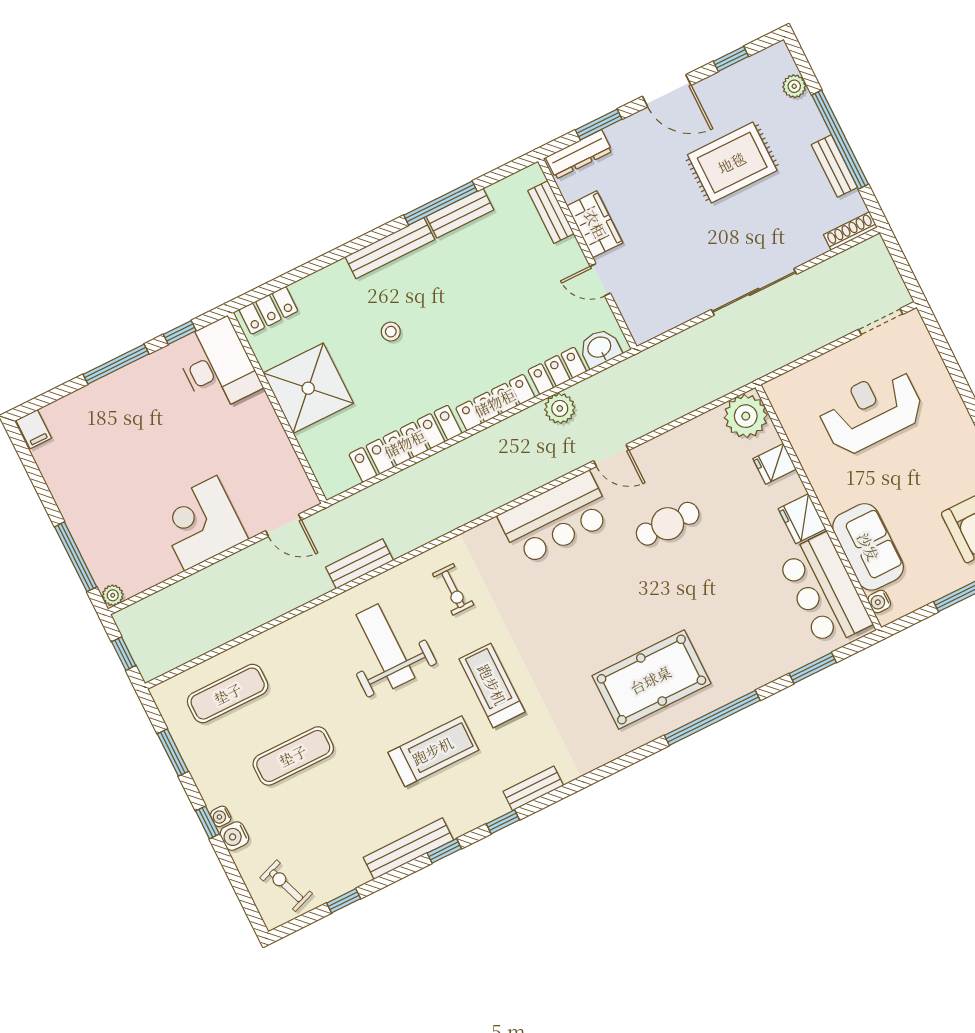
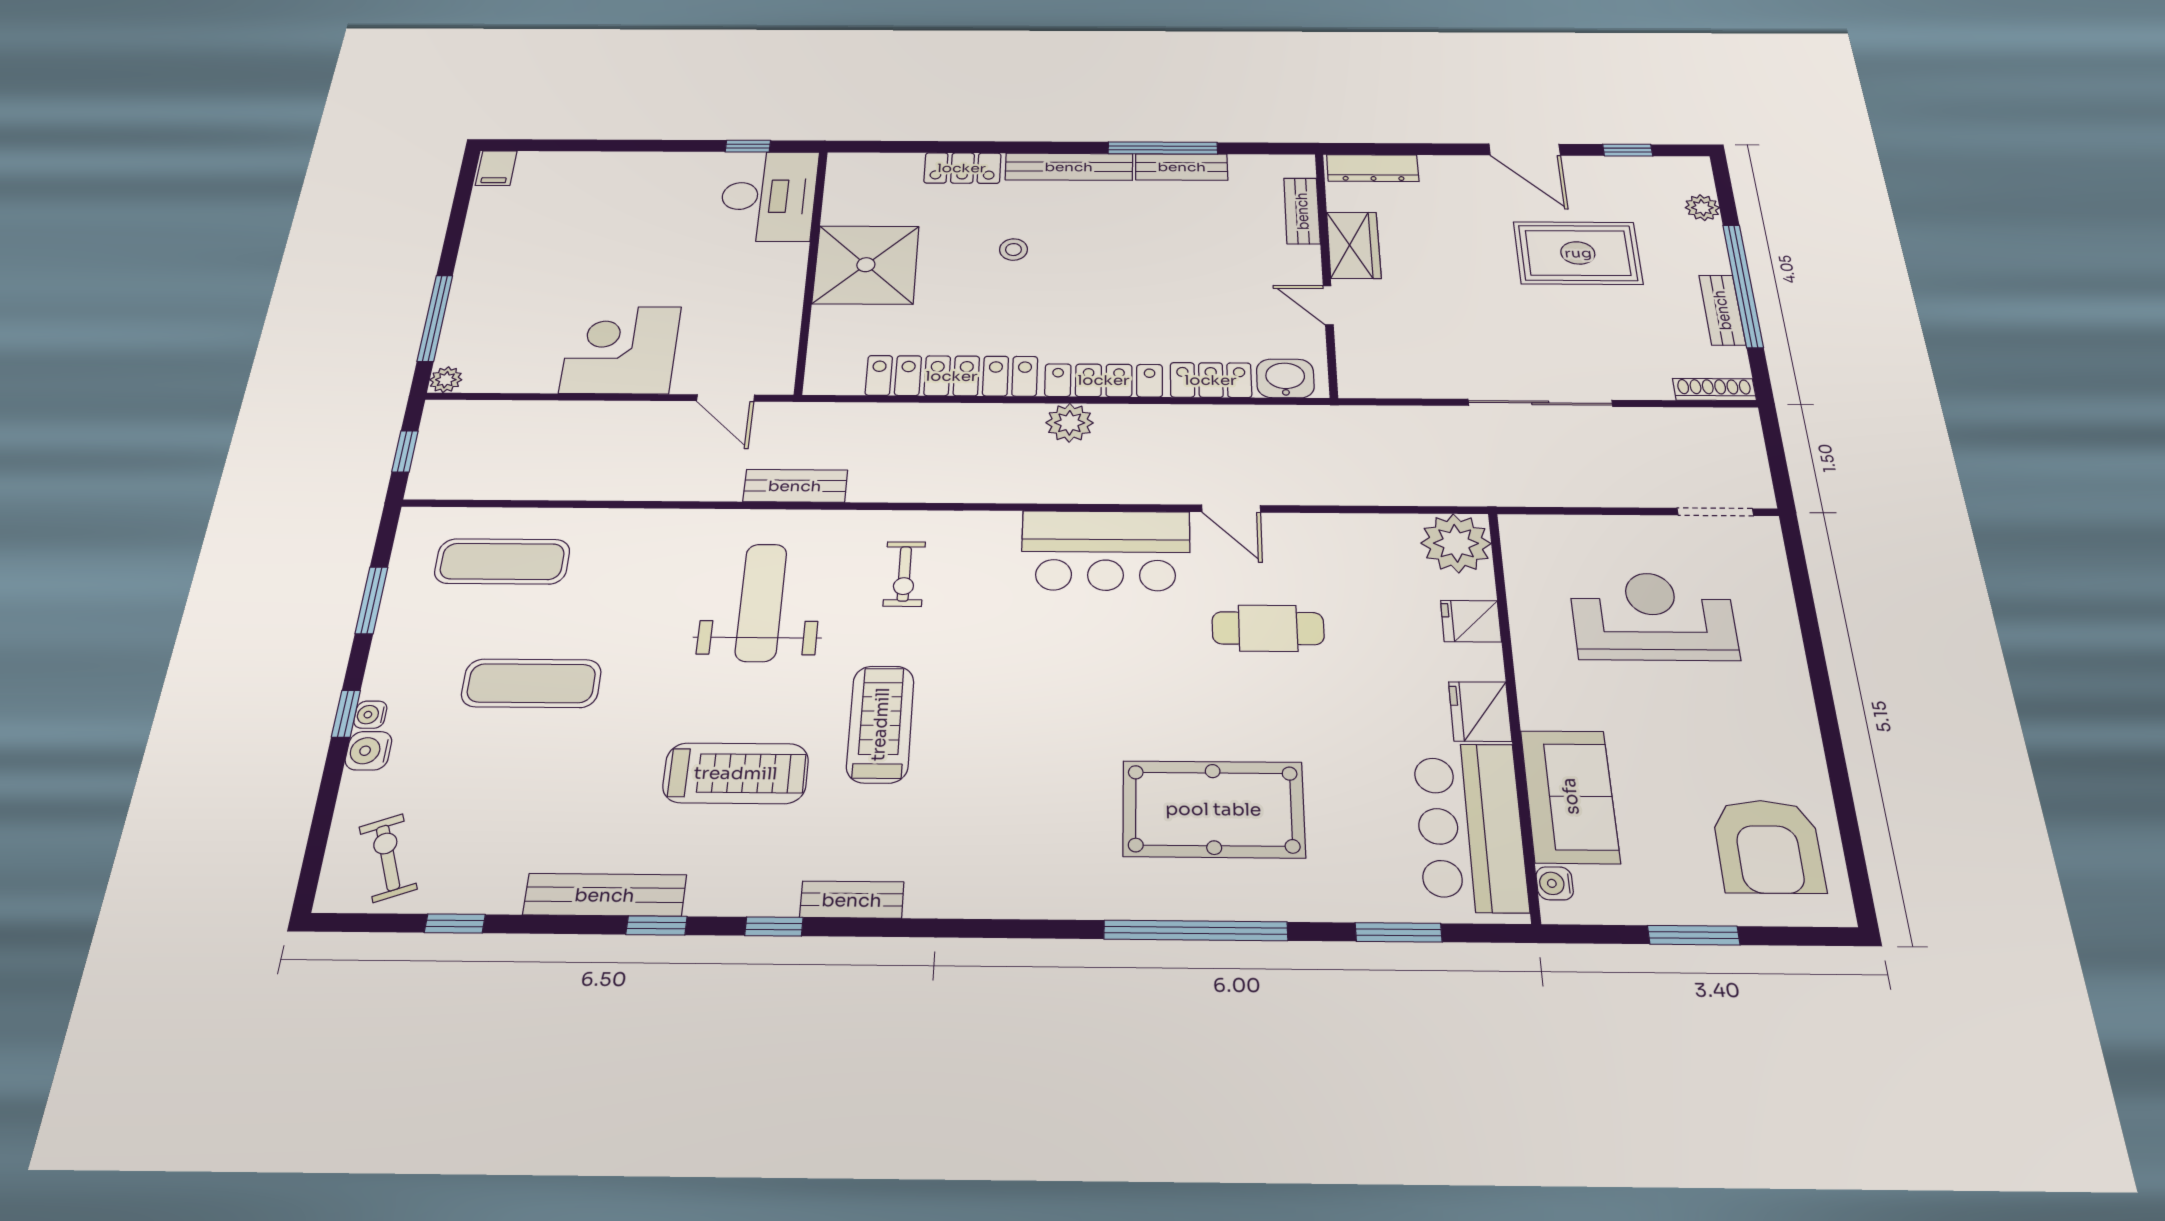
window: (599, 125) -> (1416, 149), removed
locker: (268, 310) -> (962, 168), moved
window: (116, 364) -> (647, 146), removed
plant: (560, 408) -> (1070, 423), moved
pool table: (651, 680) -> (1213, 809), moved

